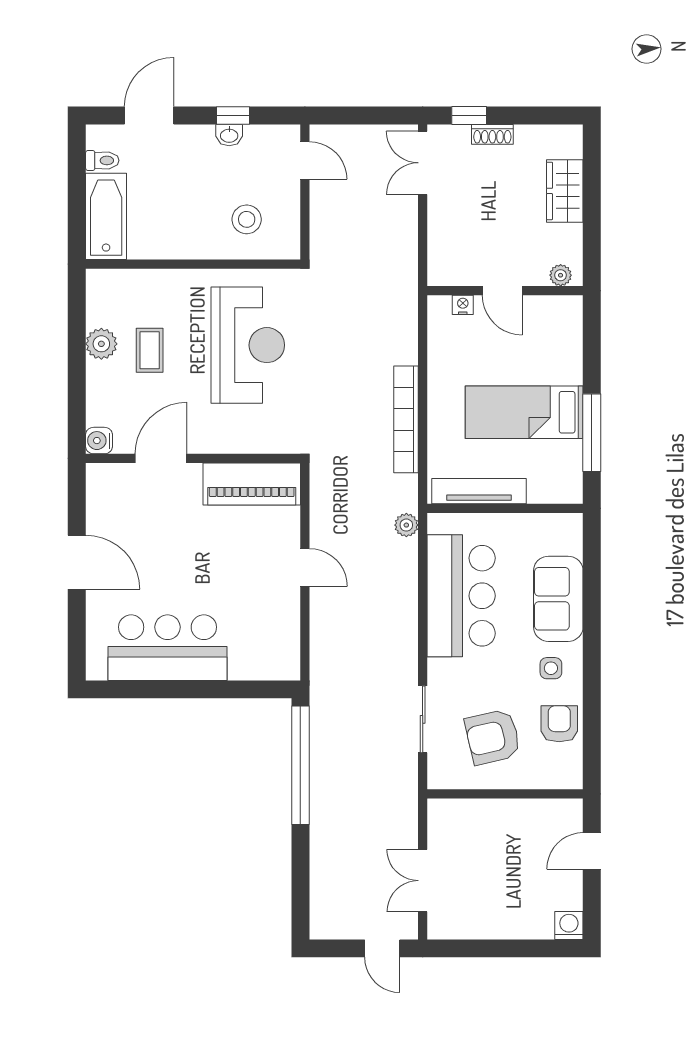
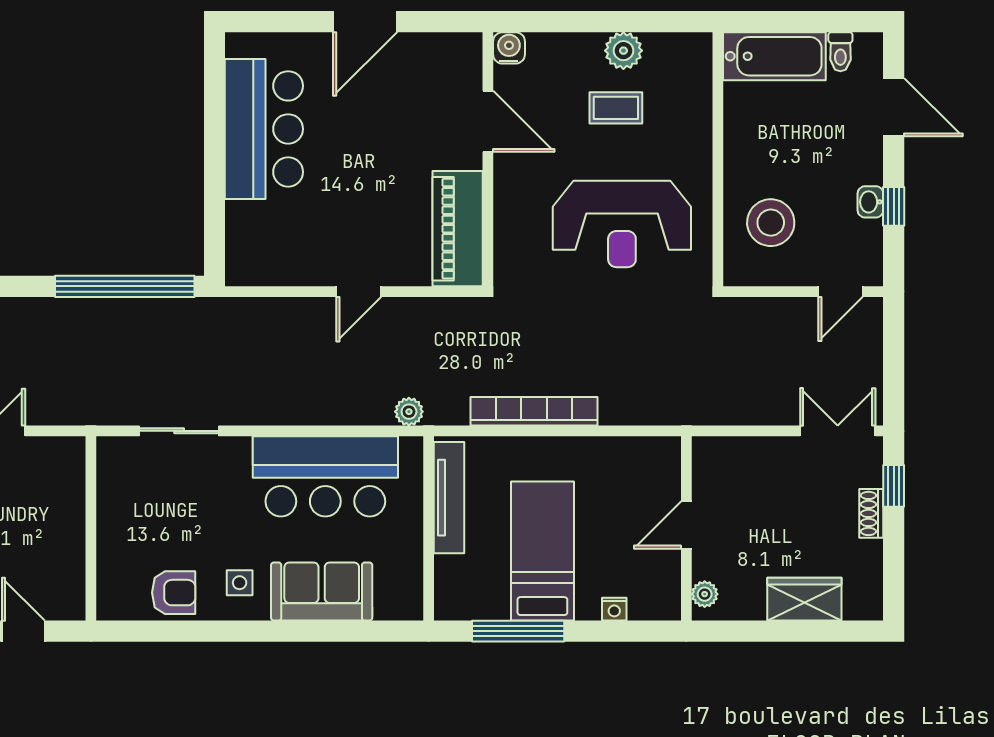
stool: (247, 219) -> (771, 223), width x1.38, depth x1.38
nightstand: (463, 305) -> (614, 609), moved, turned 90
armchair: (493, 737) -> (158, 514), removed

